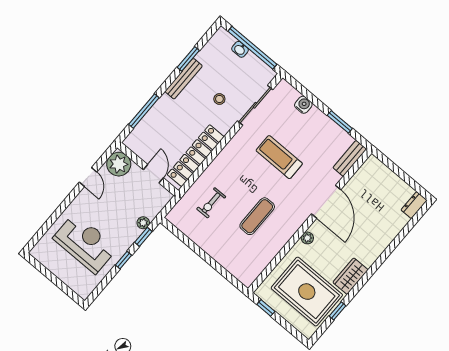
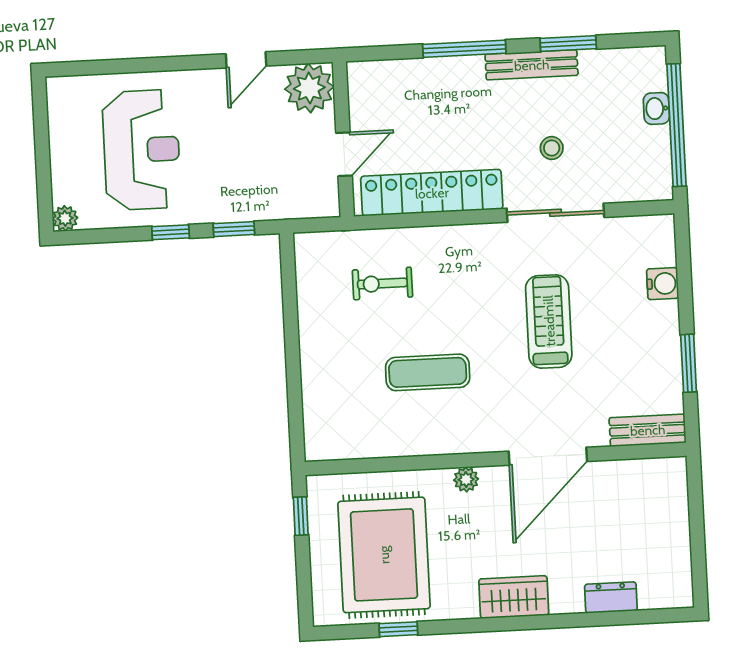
sliding door: (255, 105) -> (555, 213), moved
window: (144, 111) -> (464, 49), moved
dresser: (414, 205) -> (611, 597), moved
plant: (143, 223) -> (65, 218), moved
wardrobe: (350, 276) -> (514, 597), moved

